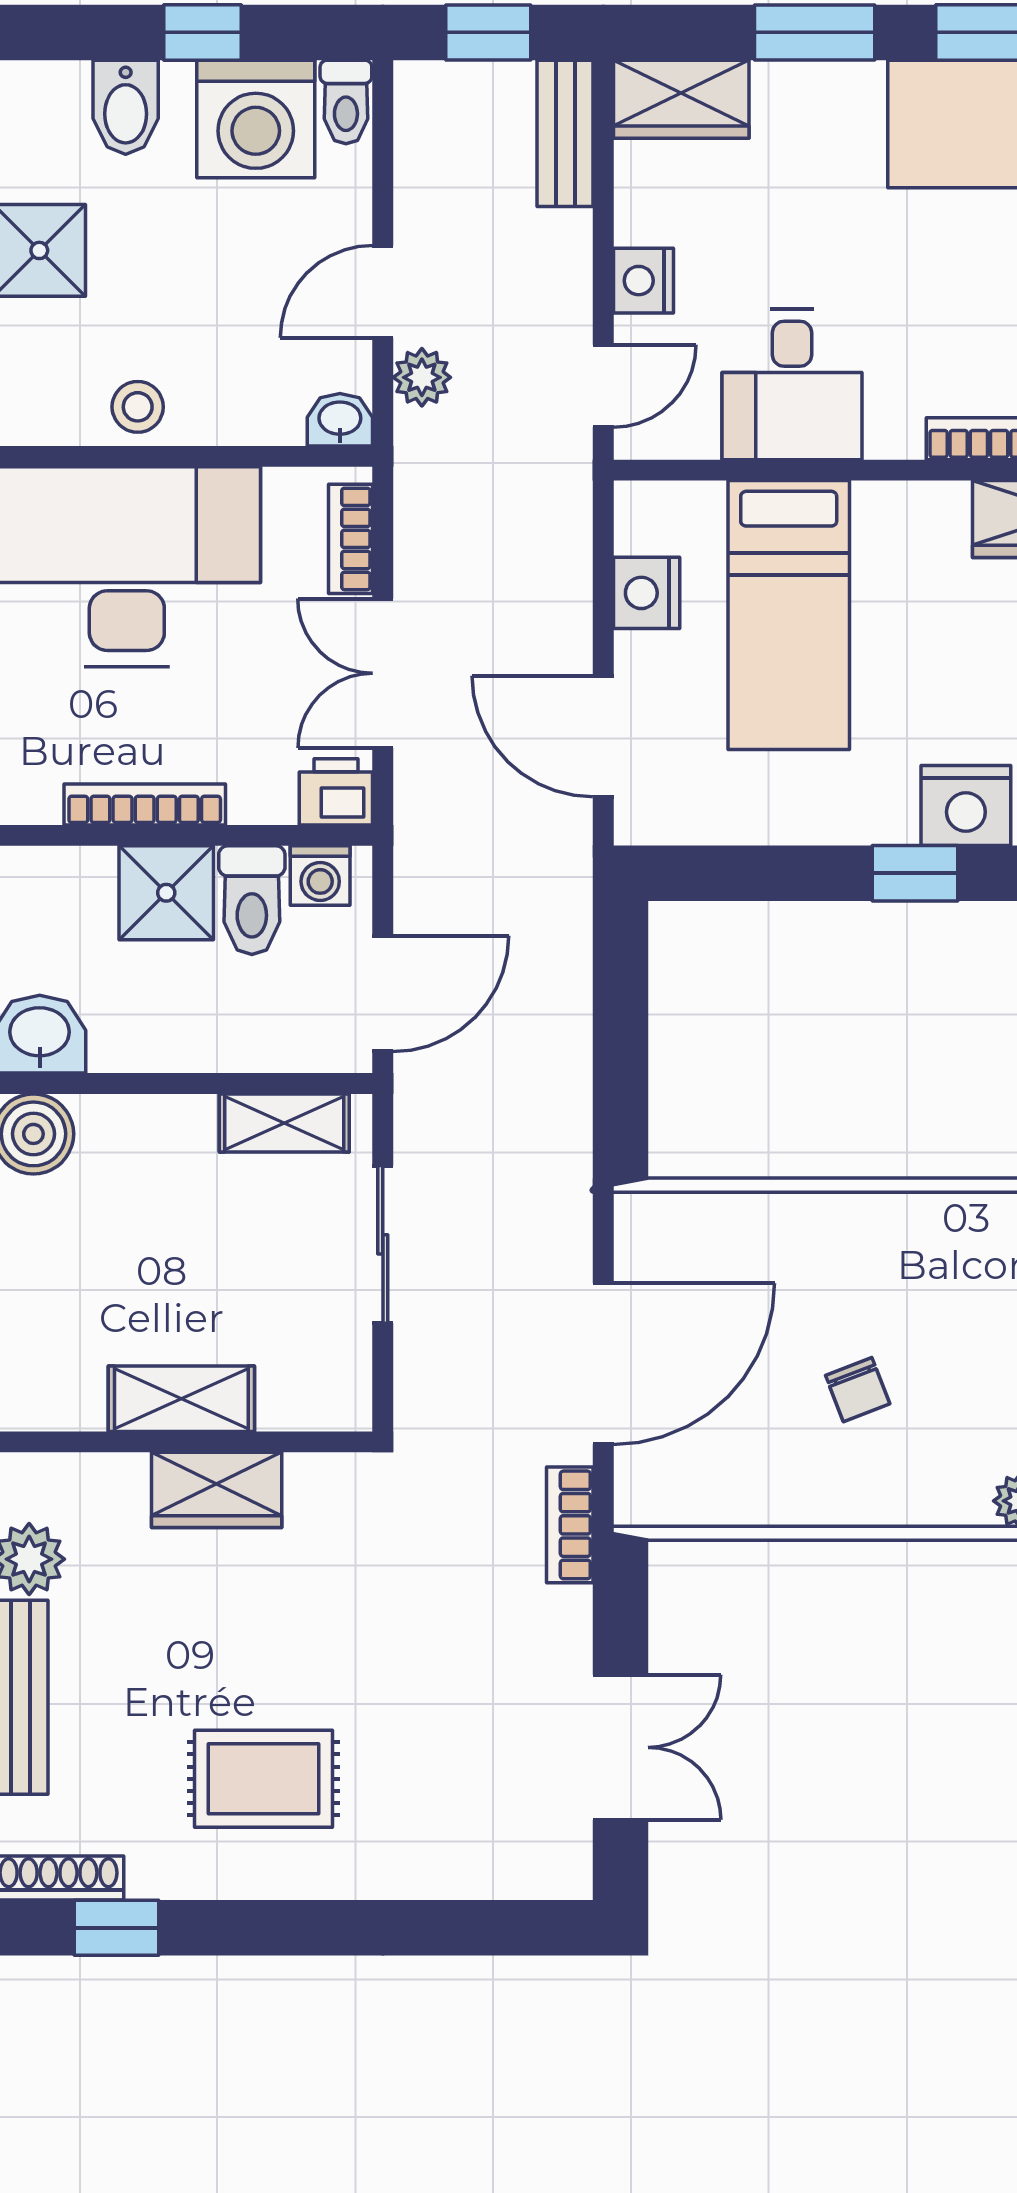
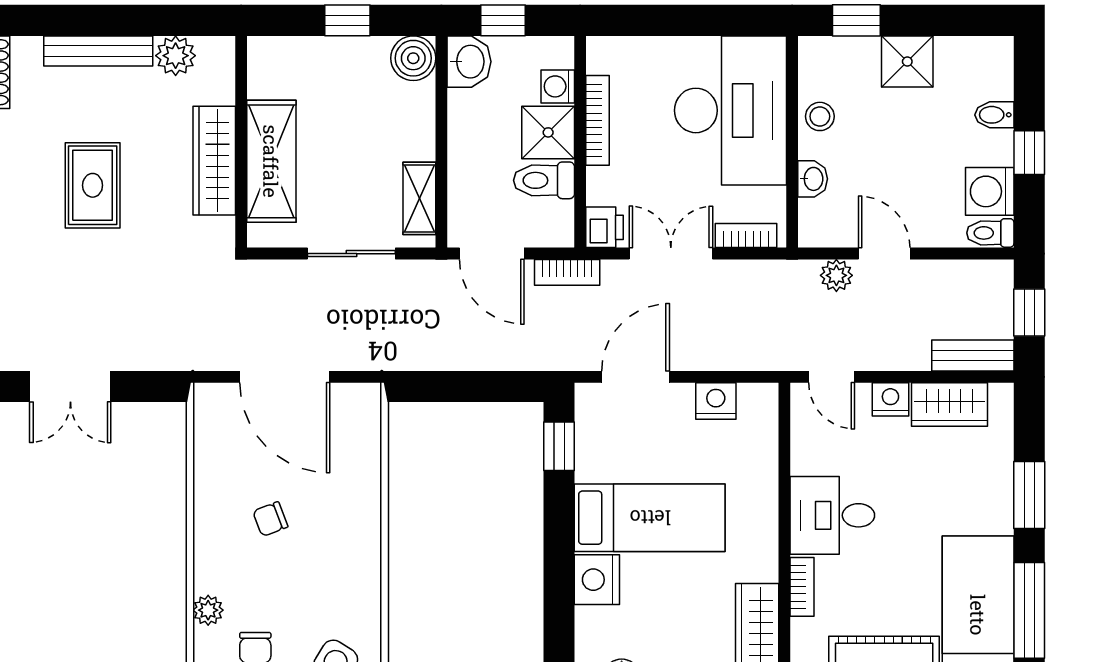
wardrobe: (681, 99) -> (949, 405), moved, turned -90
bidet: (126, 107) -> (994, 115), width x0.72, depth x0.74
washing machine: (256, 119) -> (990, 191), width x0.73, depth x0.73
desk: (792, 384) -> (832, 515), moved
washbasin: (340, 420) -> (813, 179), moved
bed: (789, 615) -> (650, 518), moved, turned 180
window: (915, 873) -> (559, 446), moved
washing machine: (320, 875) -> (558, 86), moved
shelving: (181, 1399) -> (271, 161), width x1.50, depth x1.33
wardrobe: (217, 1490) -> (214, 161), width x1.50
bookcase: (570, 1525) -> (567, 272), moved, turned 180
rug: (263, 1779) -> (93, 185), moved

